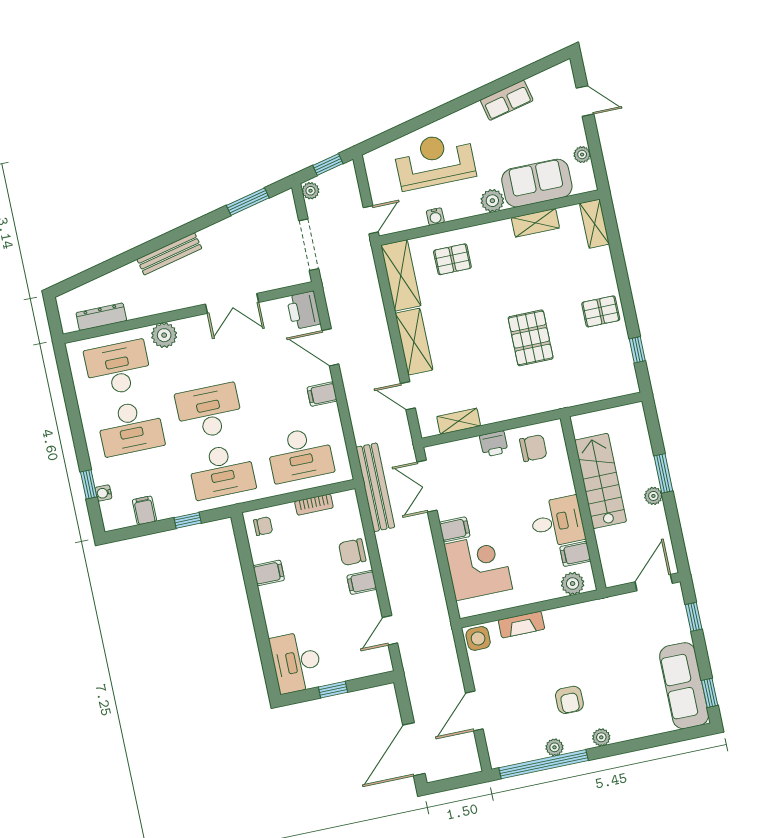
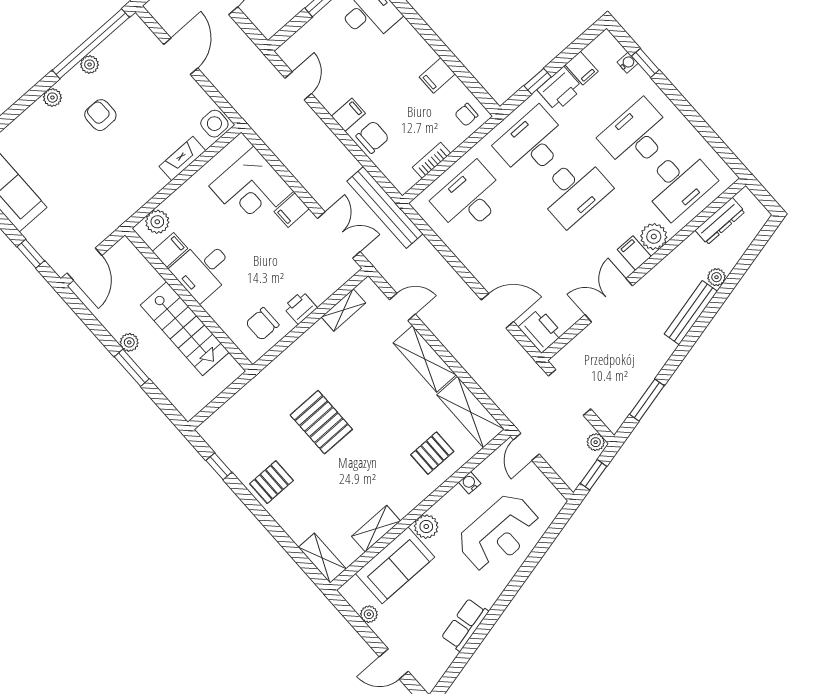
plant: (131, 271) -> (717, 277), added
filing cabinet: (322, 394) -> (634, 253), moved, turned -90
printer: (173, 503) -> (560, 89), added

